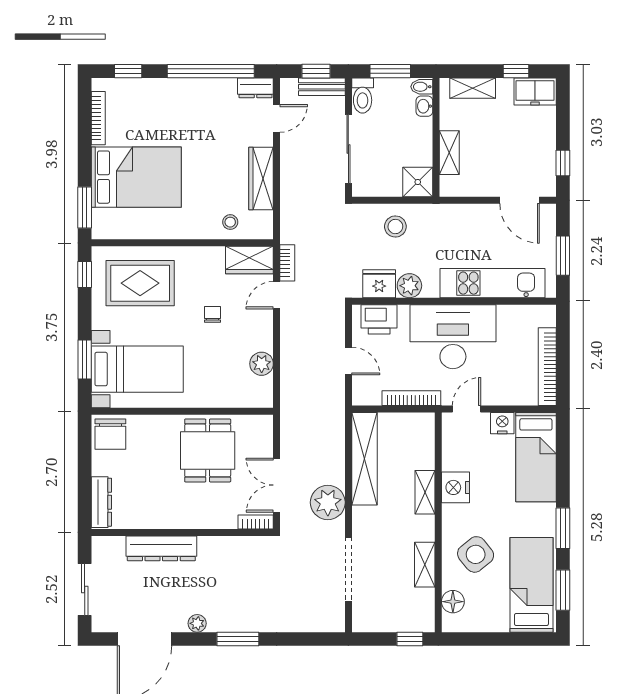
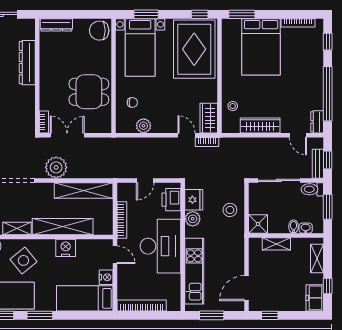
bidet: (422, 87) -> (293, 227), moved
rug: (140, 283) -> (194, 49), width x1.37, depth x1.44
chair: (213, 314) -> (132, 102), moved
shelving: (425, 492) -> (63, 227), width x2.20, depth x1.33

